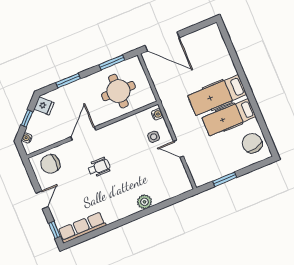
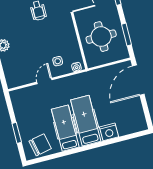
nightstand: (226, 67) -> (109, 132), added
window: (224, 179) -> (17, 133), moved

